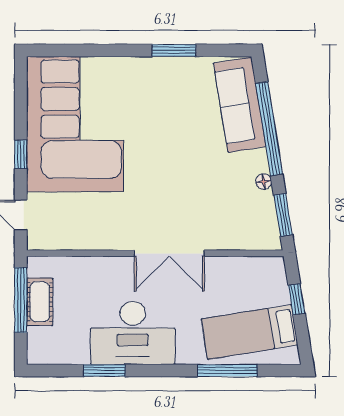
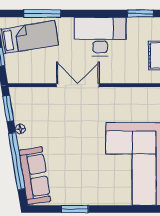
window: (104, 371) -> (140, 14), moved

